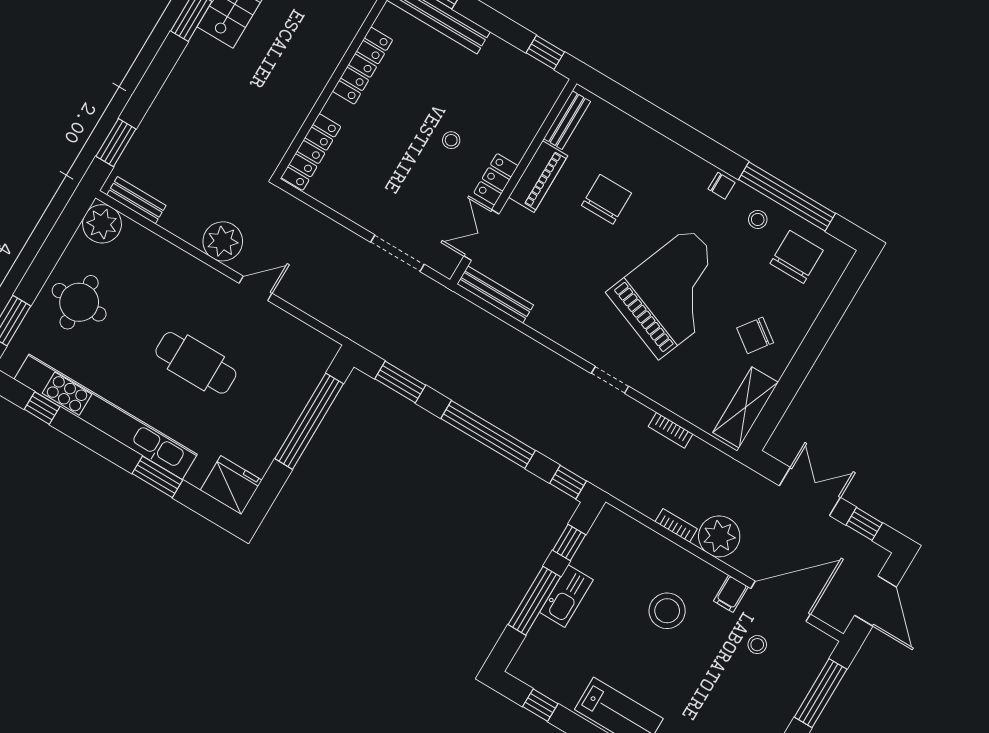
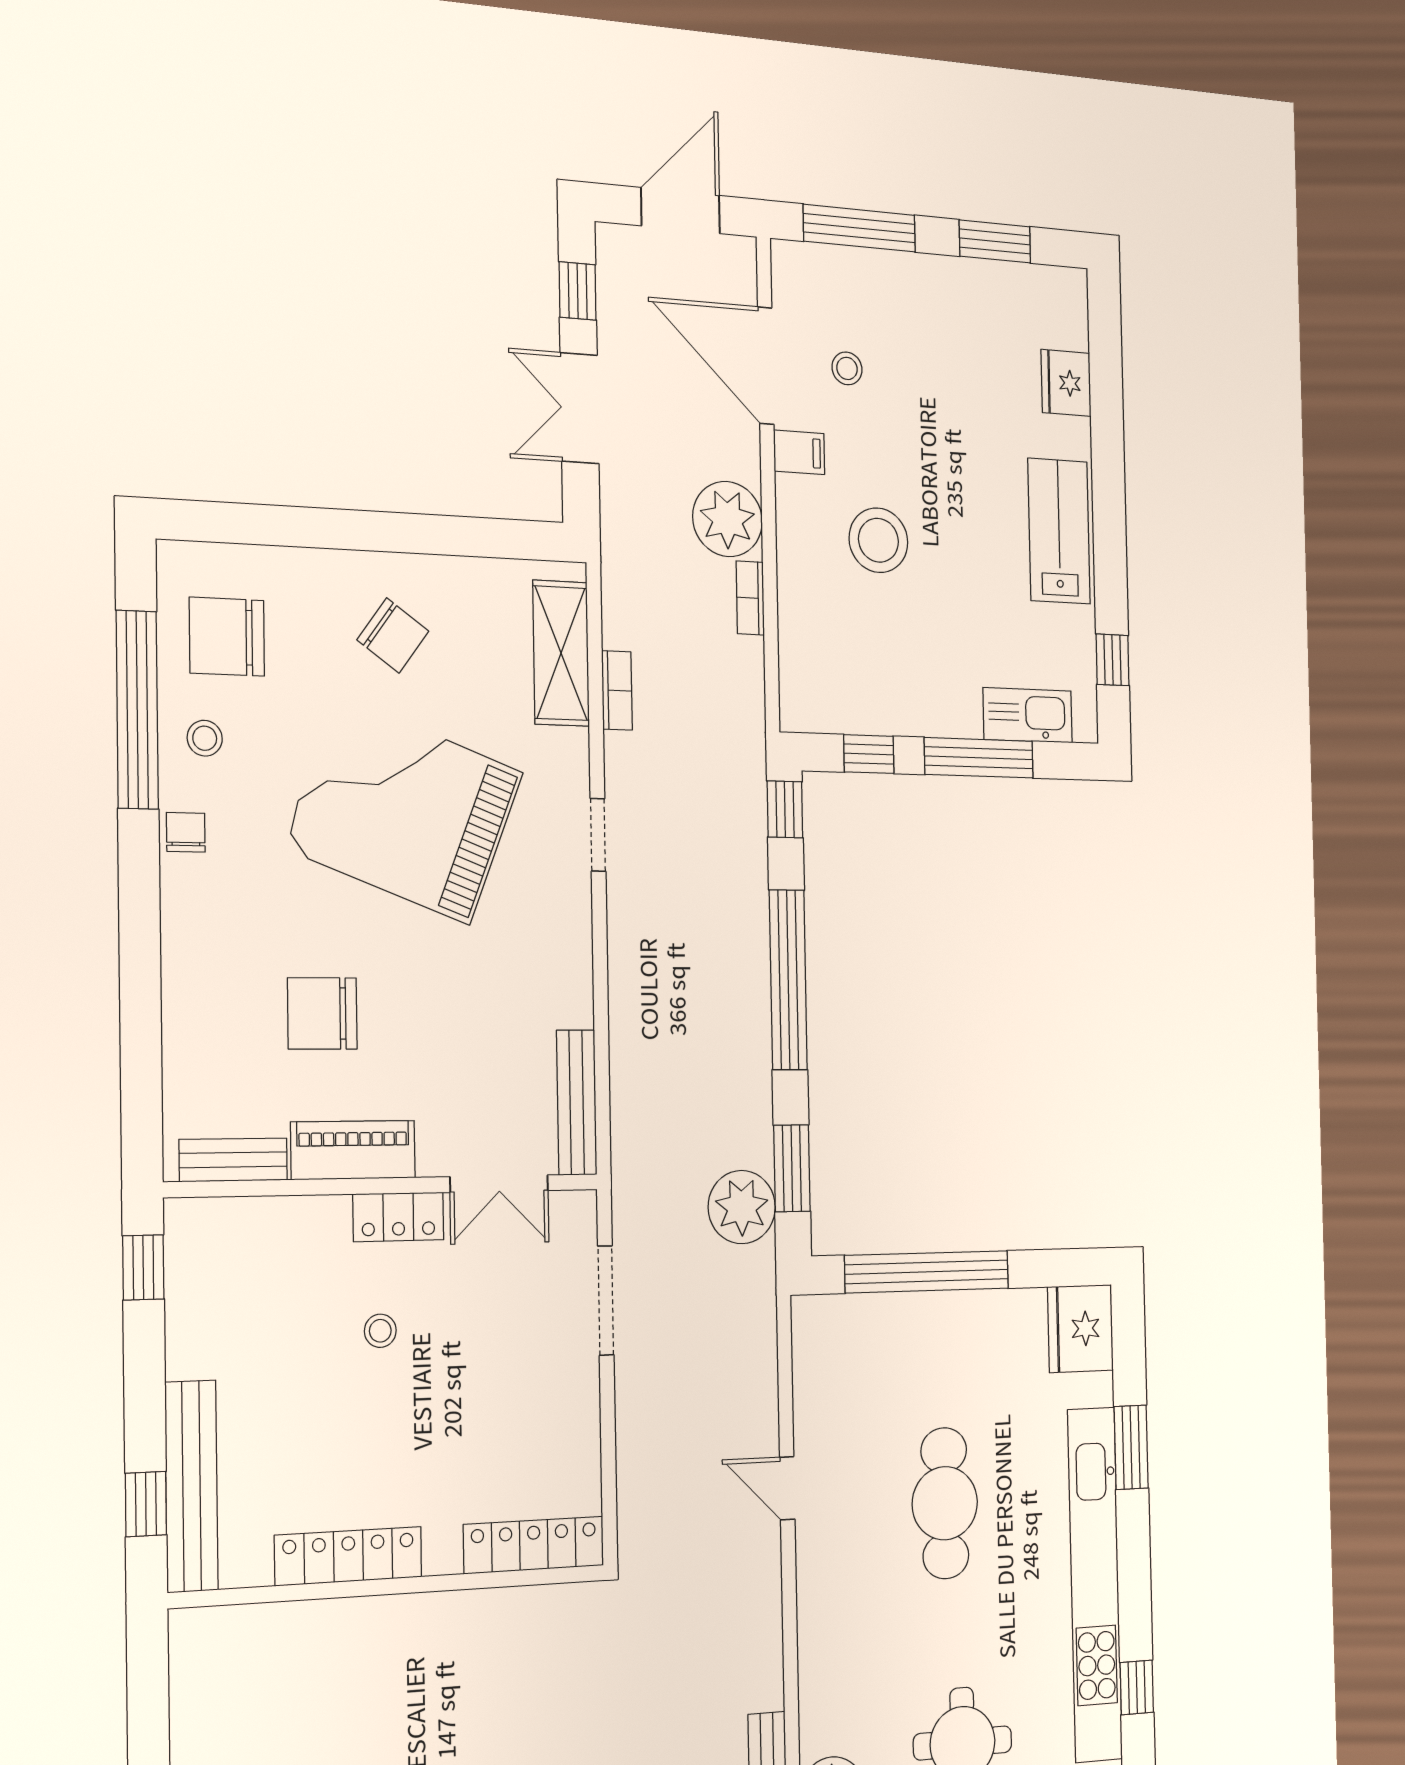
plant: (223, 241) -> (742, 1207), moved
shelving: (746, 407) -> (561, 653), moved, turned 90
kitchen sink: (566, 596) -> (1028, 715), moved

